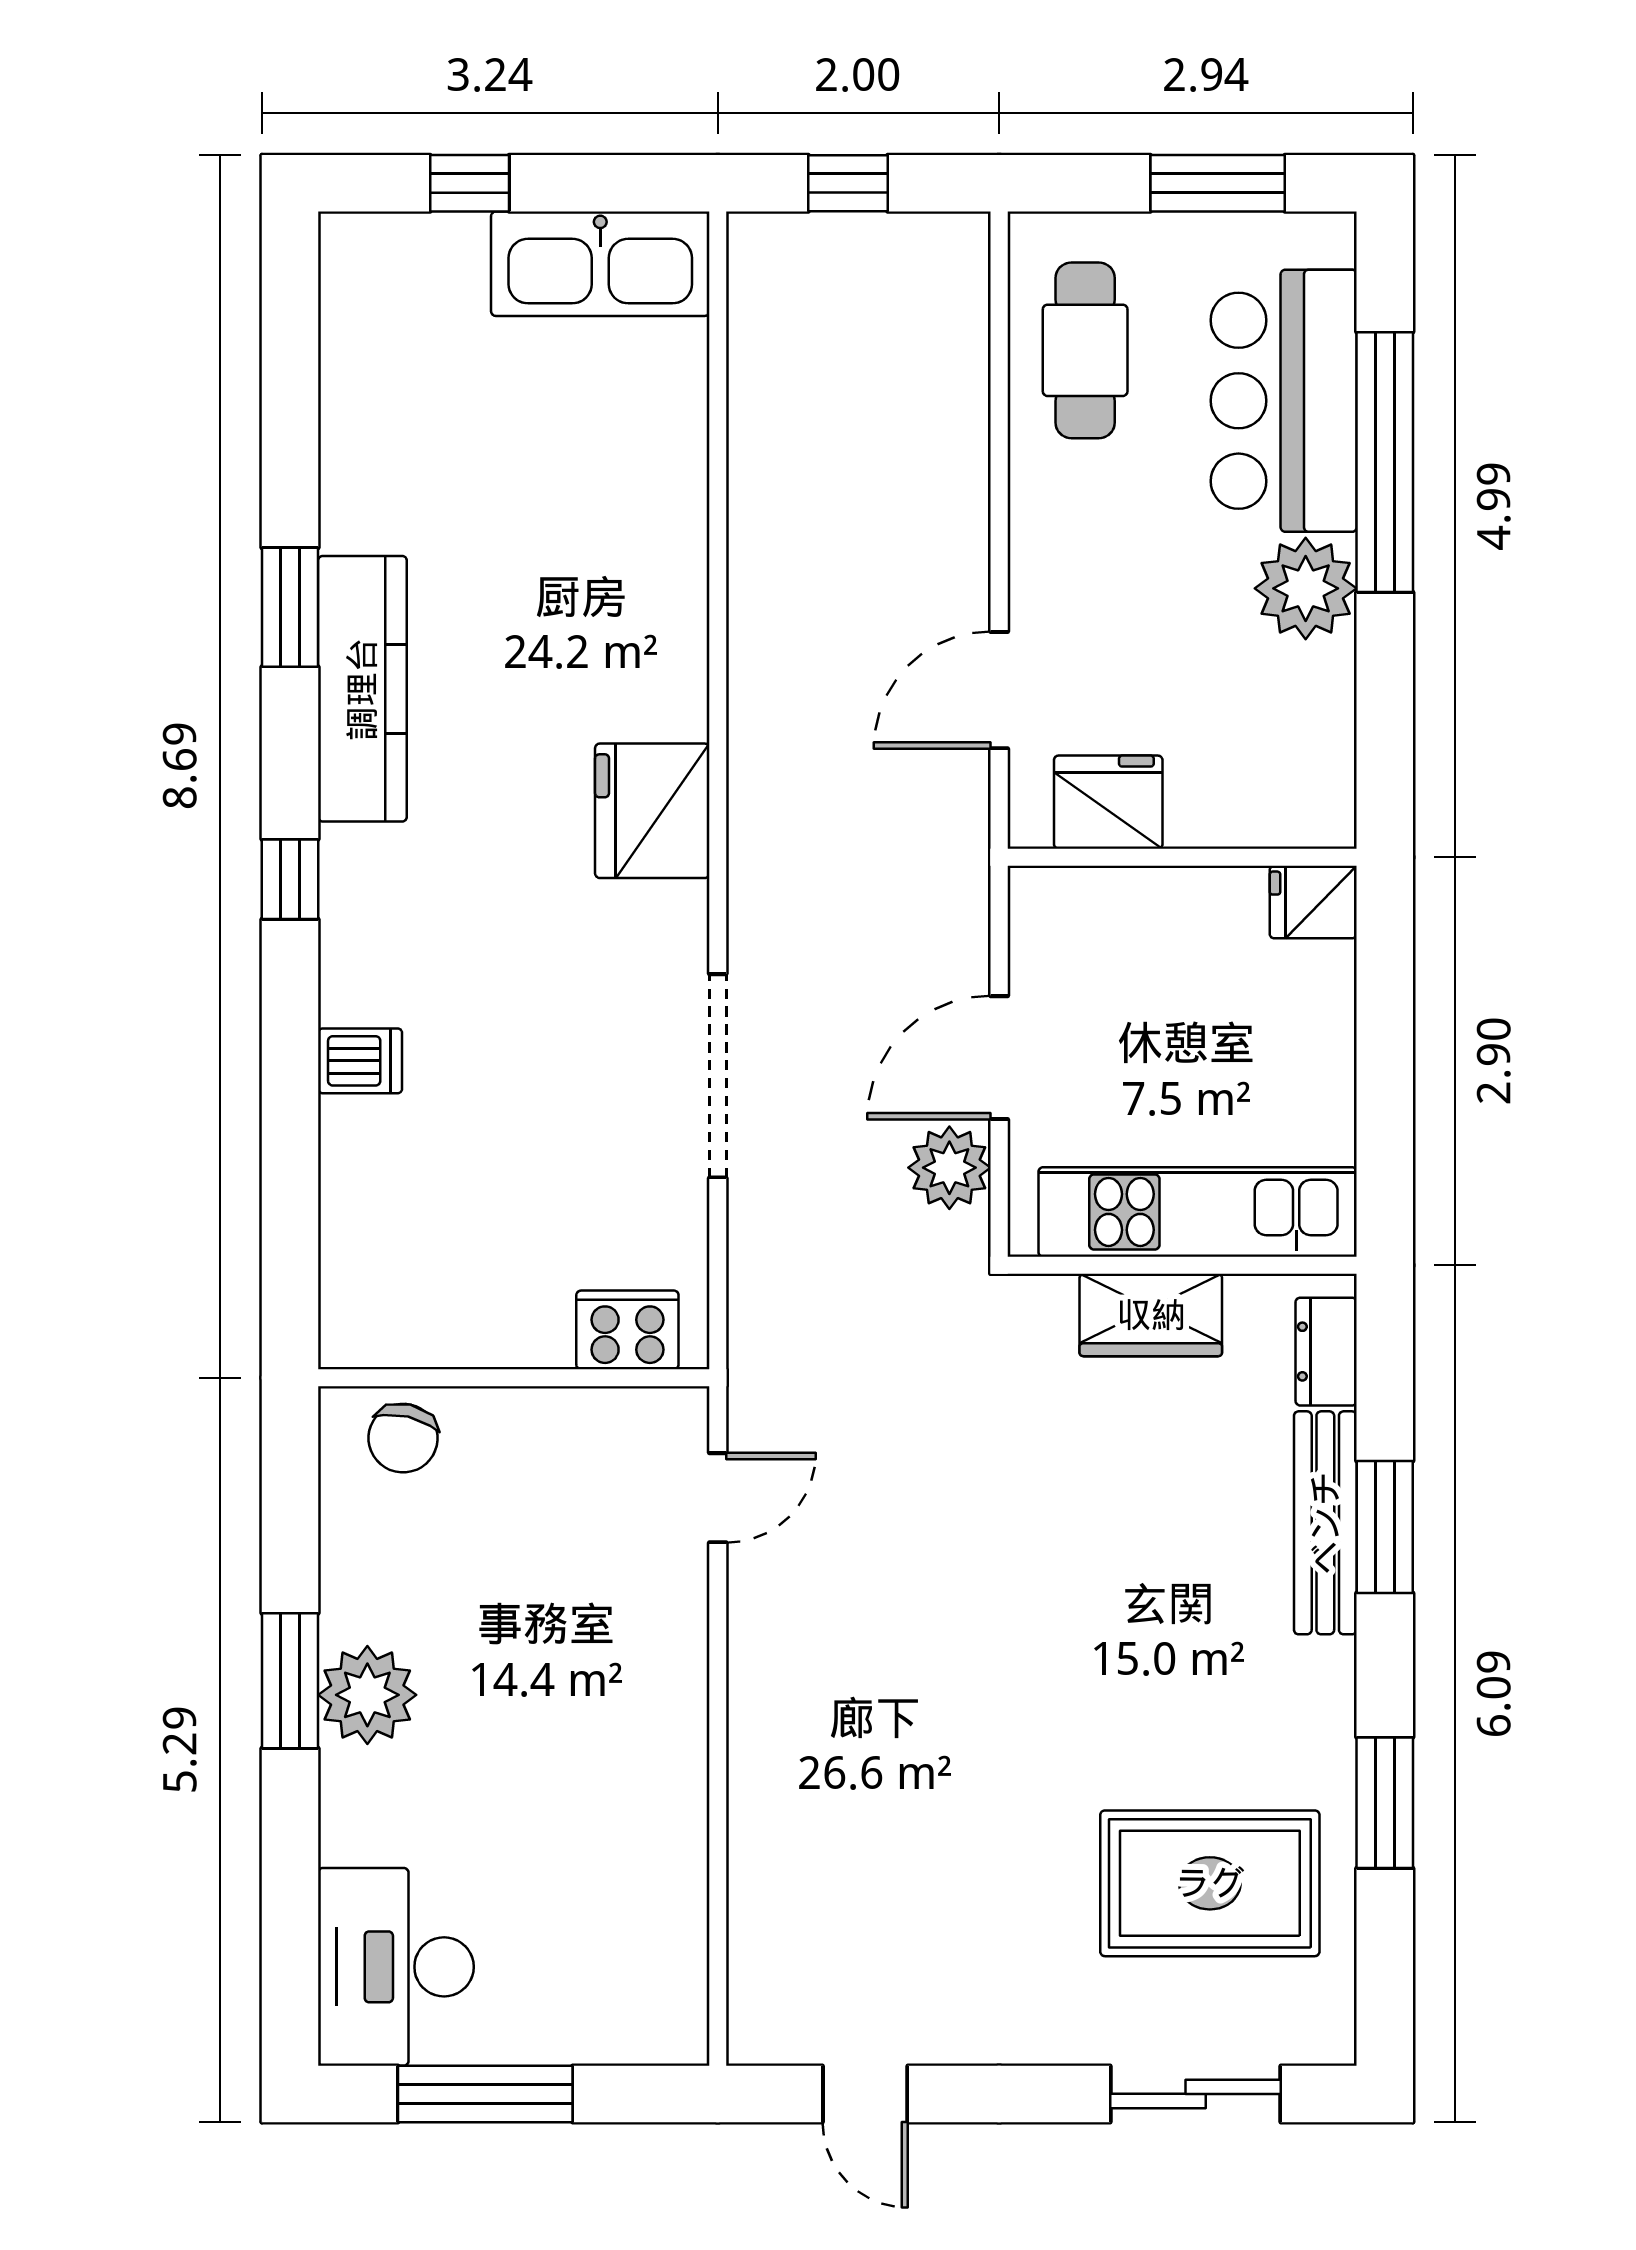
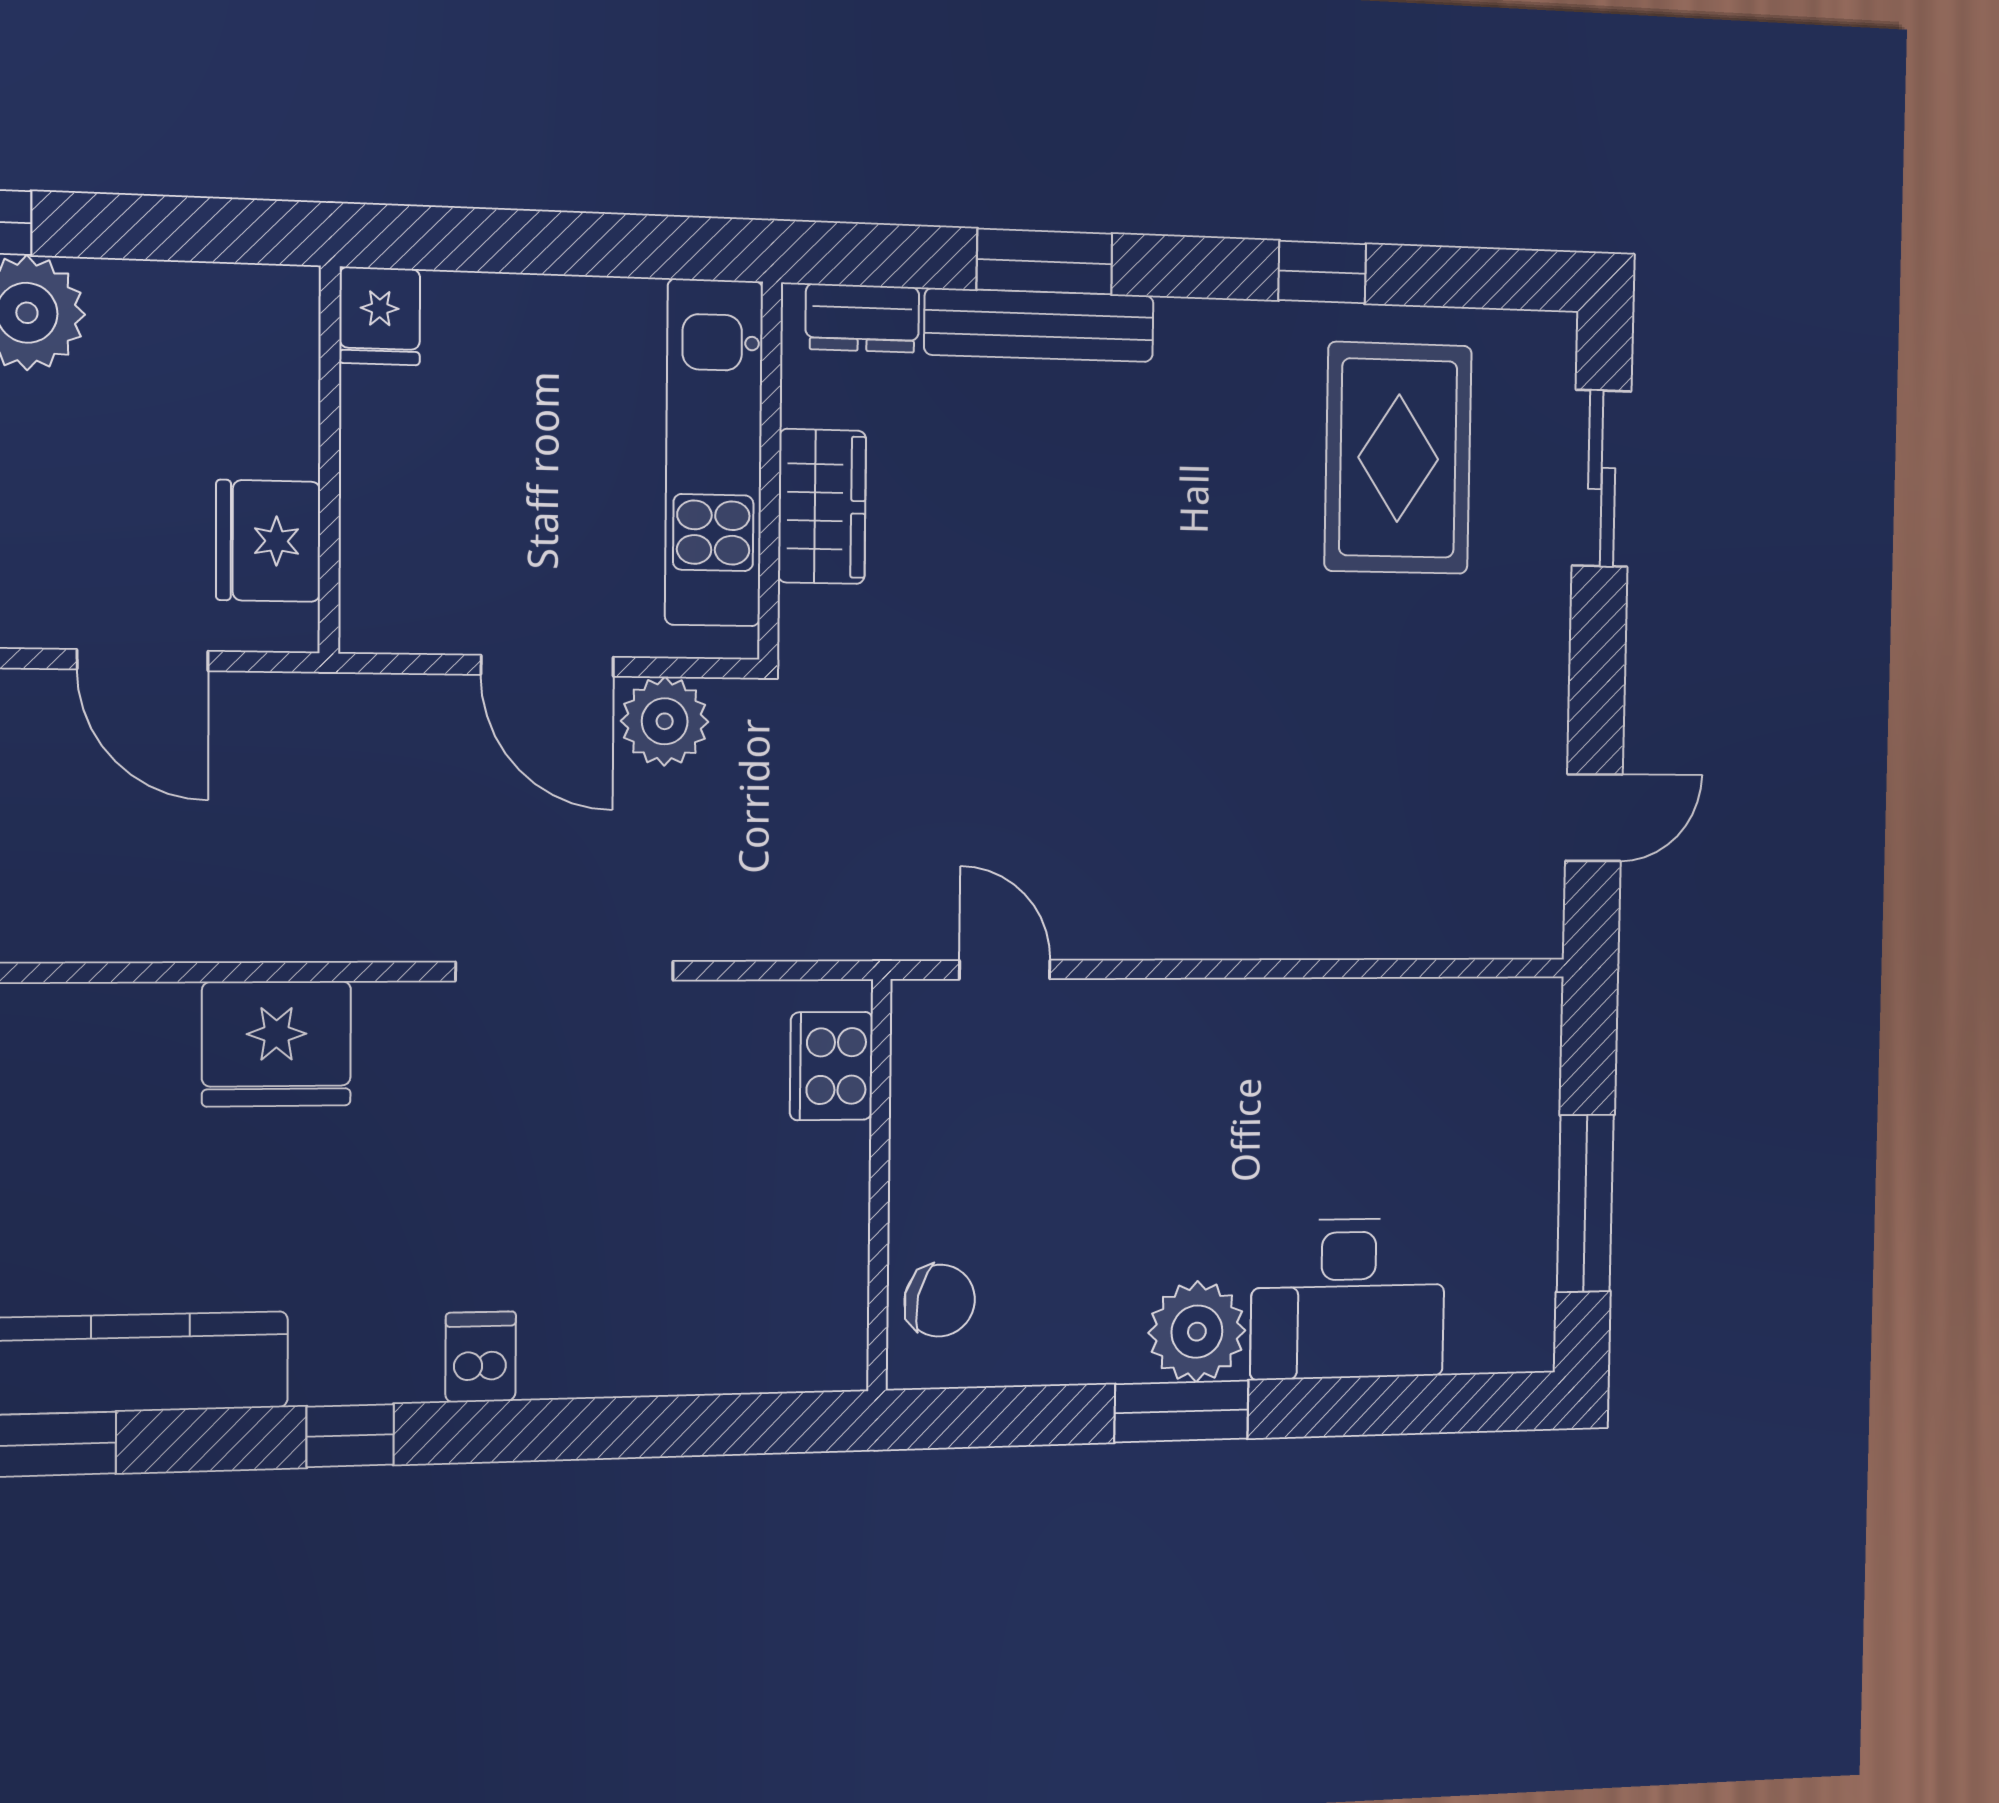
dishwasher: (360, 1061) -> (481, 1357), moved
window: (1385, 1803) -> (1322, 272), width x0.67
desk: (396, 1967) -> (1348, 1299), moved

